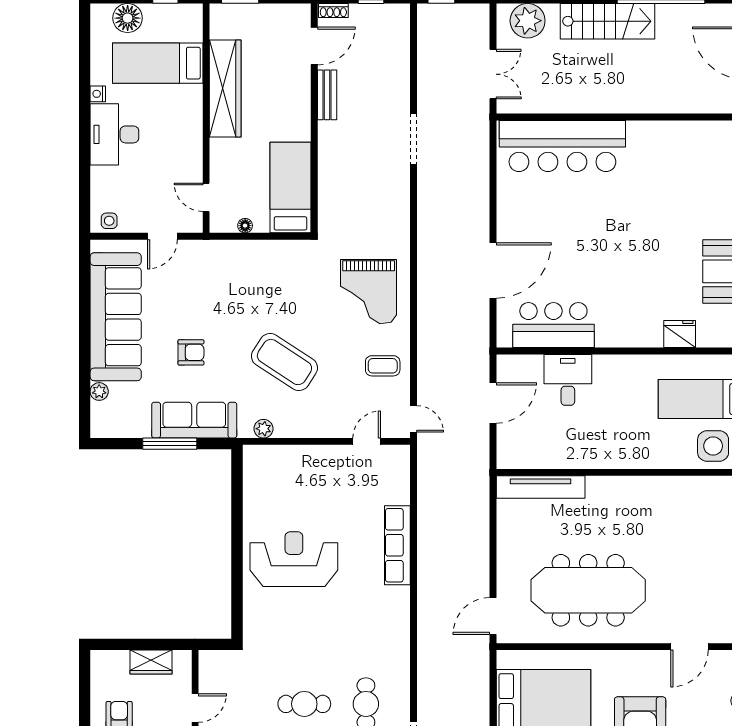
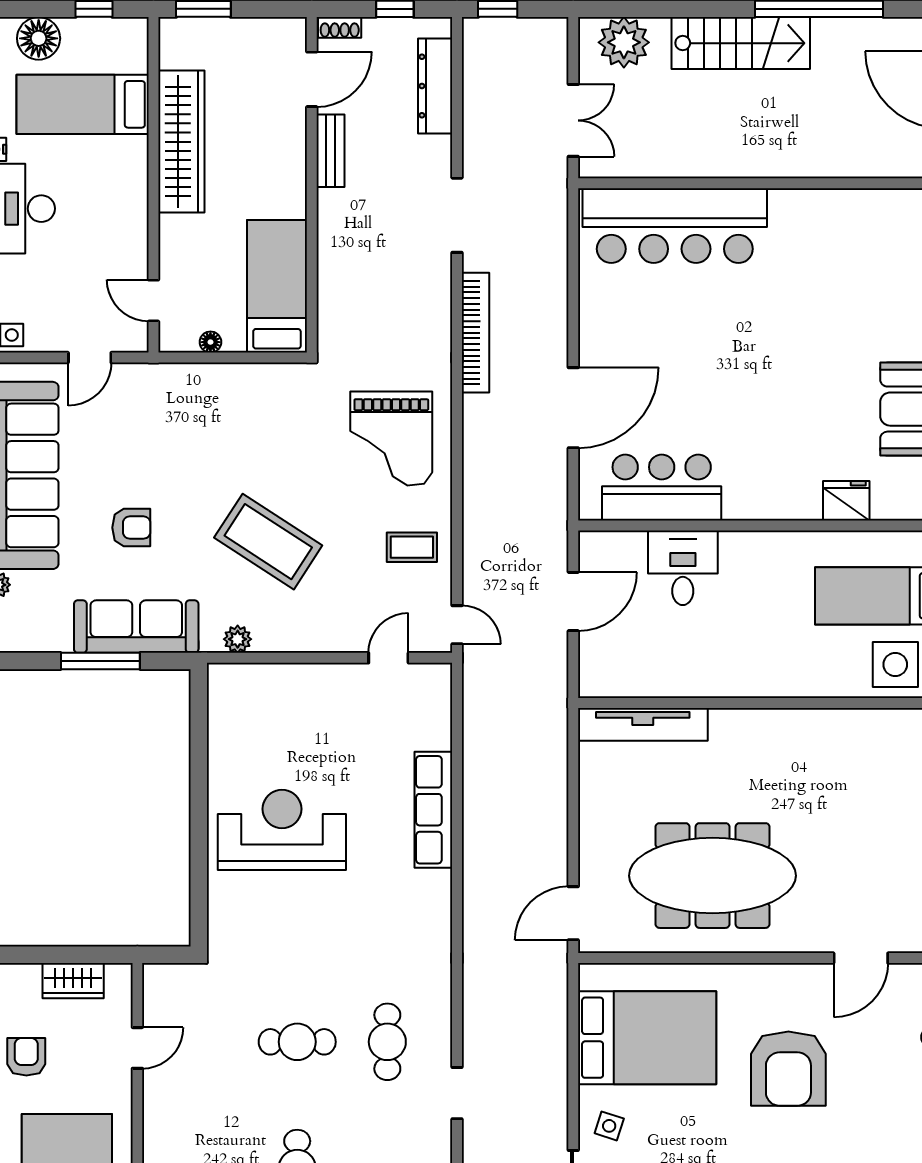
dresser: (399, 51) -> (435, 86), added
bookcase: (426, 219) -> (475, 333), added

